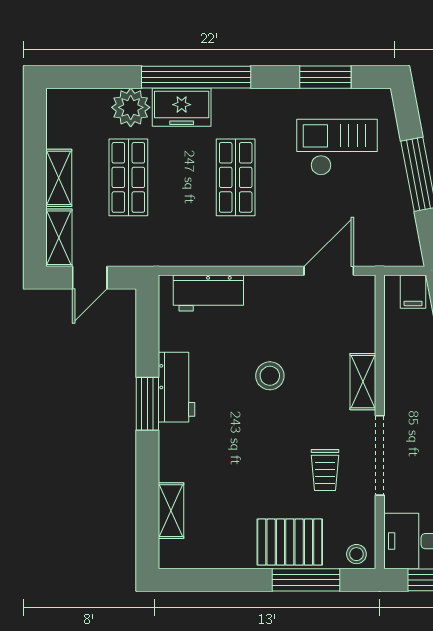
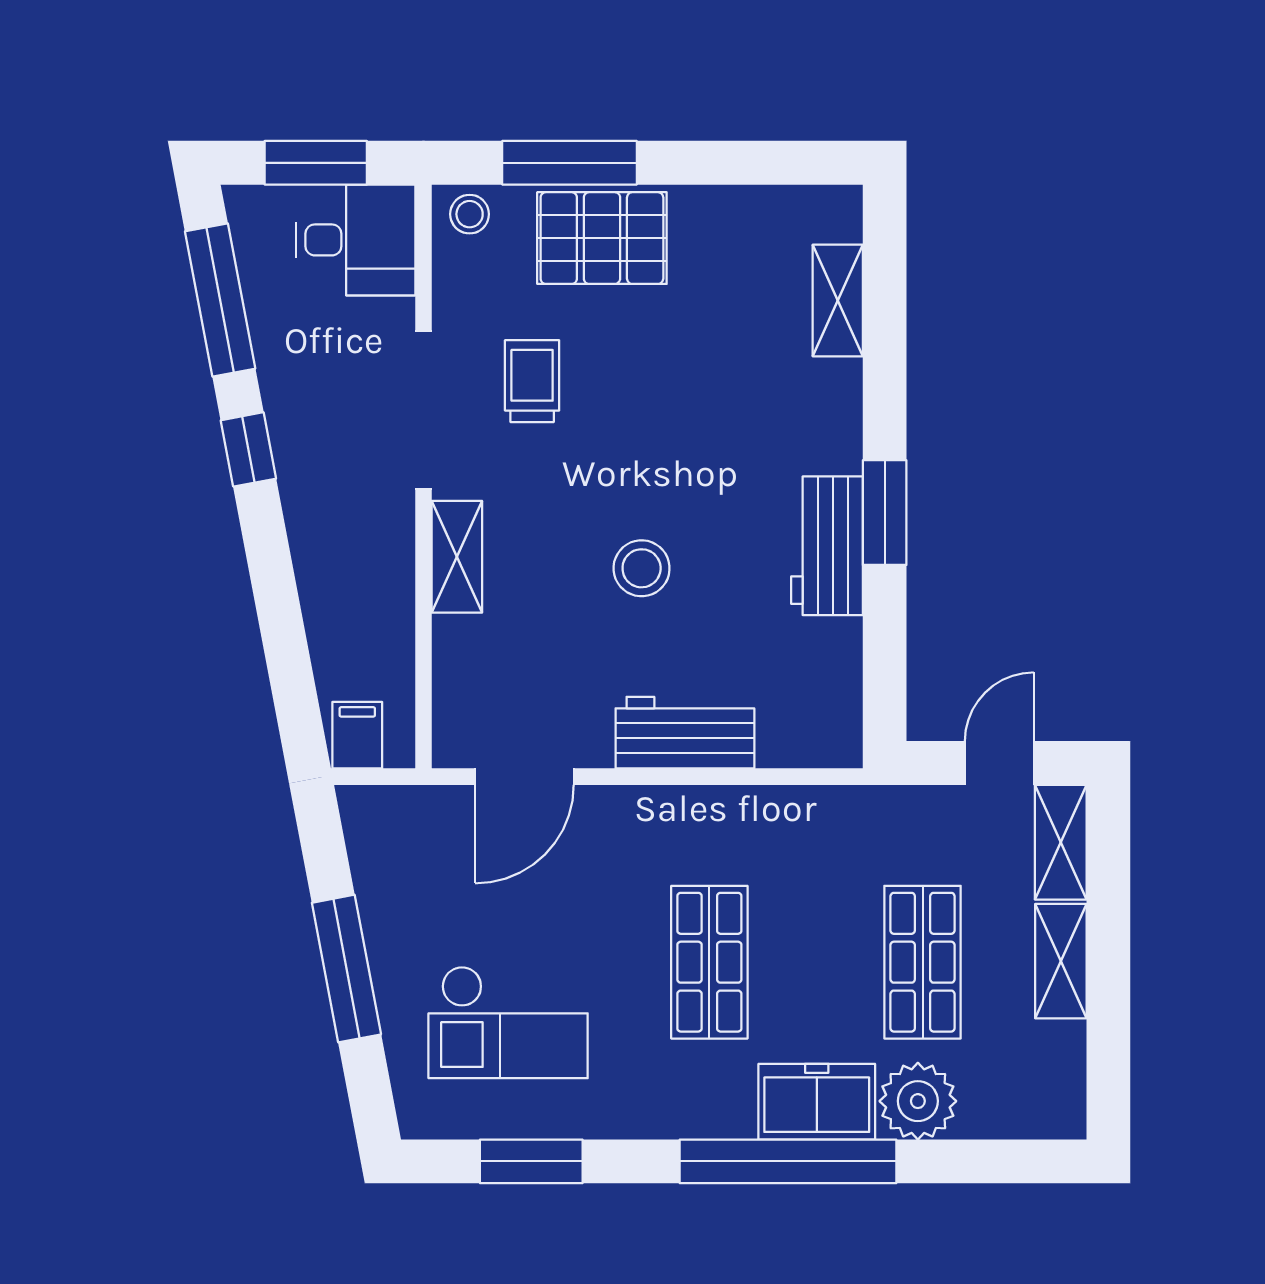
workbench: (208, 293) -> (685, 733), moved

